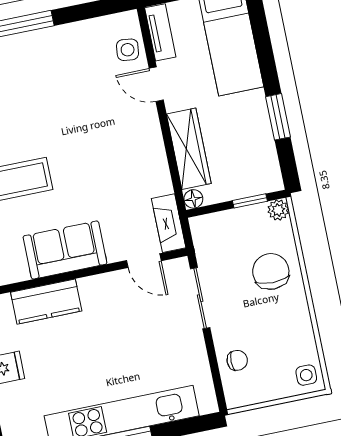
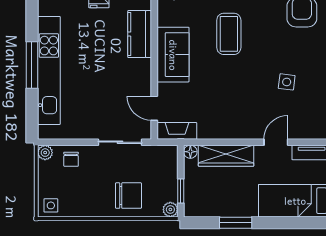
side table: (128, 50) -> (287, 82), moved
door: (144, 261) -> (154, 108), hinge flipped
plant: (235, 398) -> (45, 153), added

